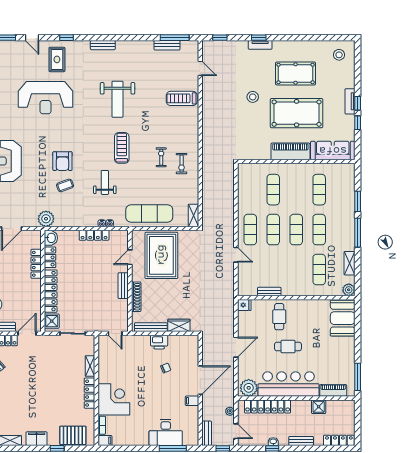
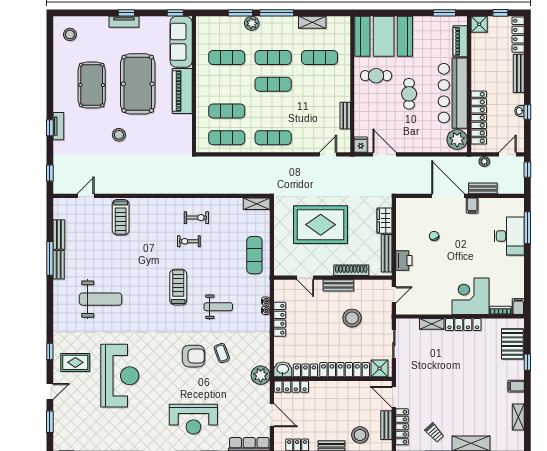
window: (175, 38) -> (50, 258), moved
bench: (103, 45) -> (59, 265), moved
weight bench: (118, 99) -> (101, 299), moved
window: (358, 123) -> (175, 13), moved
treadmill: (122, 148) -> (178, 287), turned 90
weight bench: (105, 182) -> (218, 307), turned 180
exercise mat: (149, 214) -> (254, 255), width x0.73, depth x0.69
exercise mat: (273, 230) -> (227, 138), moved
rug: (161, 255) -> (321, 225), moved
door: (236, 255) -> (328, 154), moved
locker: (36, 264) -> (291, 387), moved
plant: (349, 290) -> (252, 23), moved
stool: (95, 297) -> (352, 318), added
cafe table: (279, 317) -> (376, 76), moved
booth: (343, 318) -> (384, 36), width x1.36, depth x1.42
printer: (159, 342) -> (404, 260), moved
door: (236, 347) -> (385, 154), moved
window: (358, 377) -> (444, 13), width x0.69
shower: (319, 407) -> (479, 24), moved
window: (358, 425) -> (500, 13), added
bench: (207, 433) -> (483, 188), moved
filing cabinet: (37, 439) -> (516, 386), width x0.50
bench: (301, 441) -> (519, 73), width x1.36

